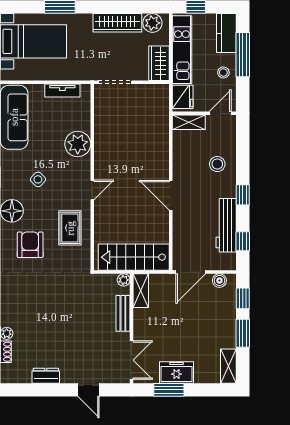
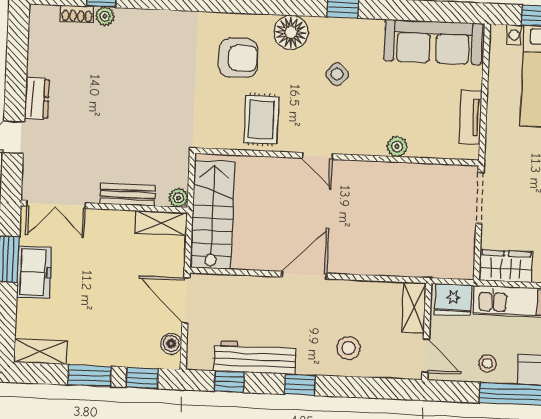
plant: (78, 144) -> (397, 147), width x0.53, depth x0.53
rug: (70, 228) -> (261, 119), turned 90
dresser: (46, 376) -> (37, 99), moved

